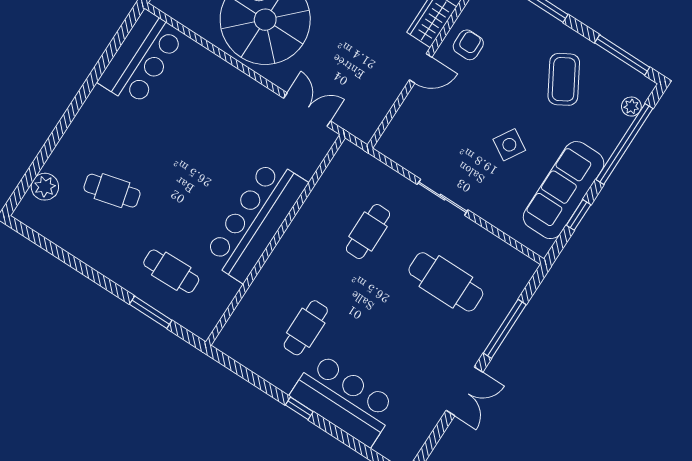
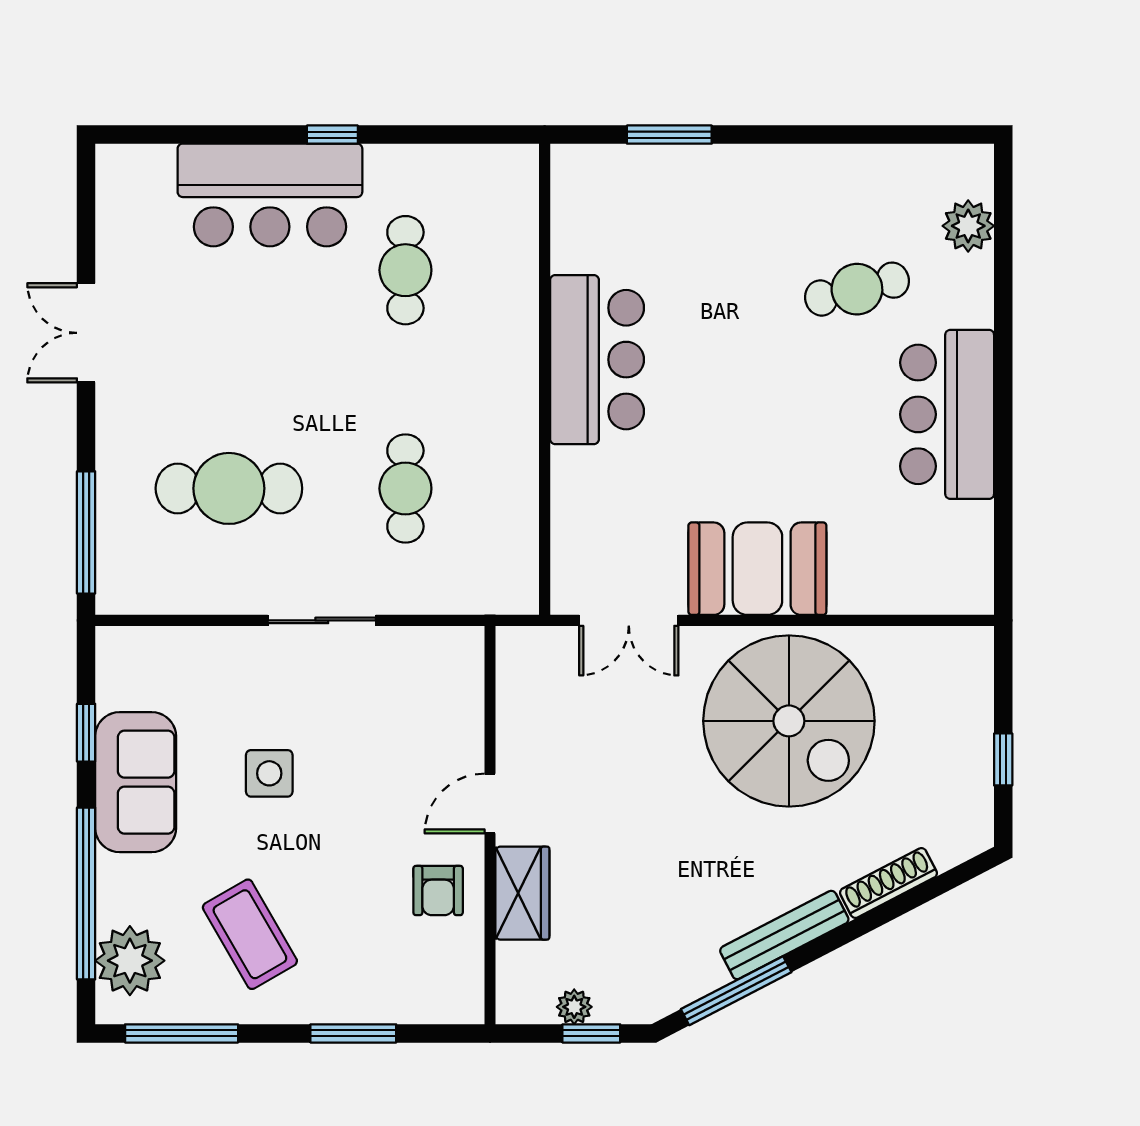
bar counter: (141, 58) -> (947, 414), moved
booth: (236, 96) -> (757, 569), added
plant: (631, 107) -> (130, 961), width x1.88, depth x1.88
side table: (509, 145) -> (269, 773), turned -31
sofa: (564, 190) -> (136, 782), width x0.73
bar counter: (256, 220) -> (597, 360), width x0.73
cafe table: (171, 271) -> (679, 221), removed
window: (505, 329) -> (86, 532), moved

